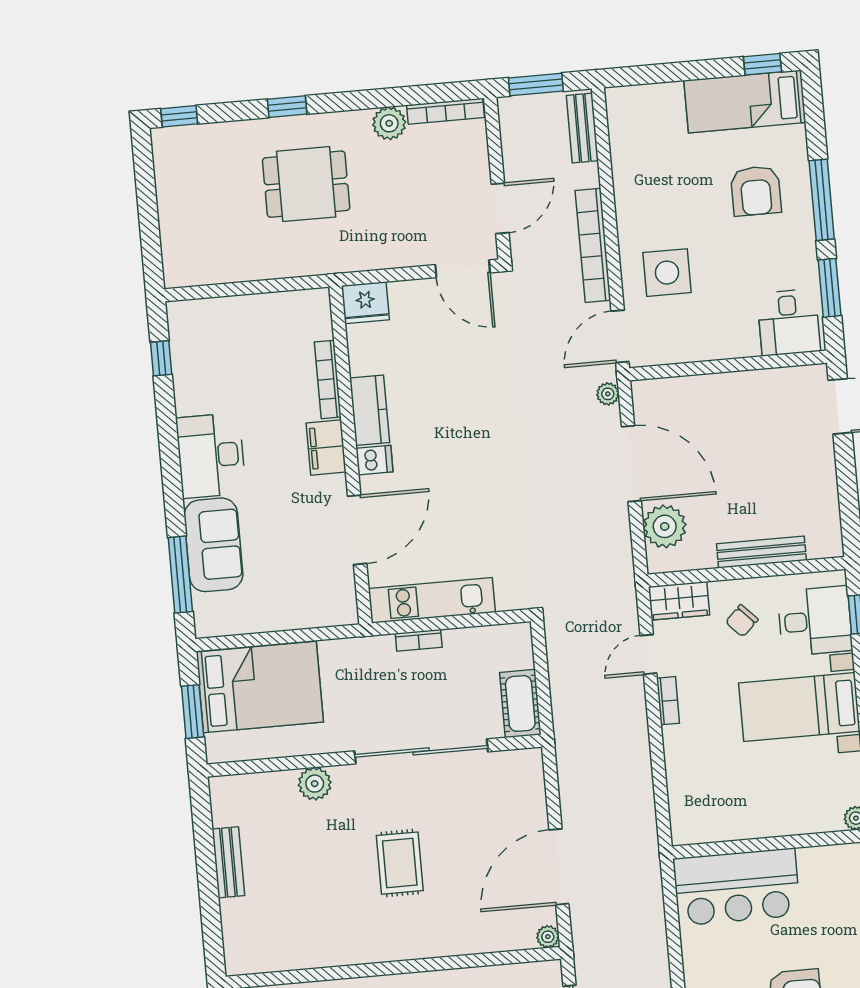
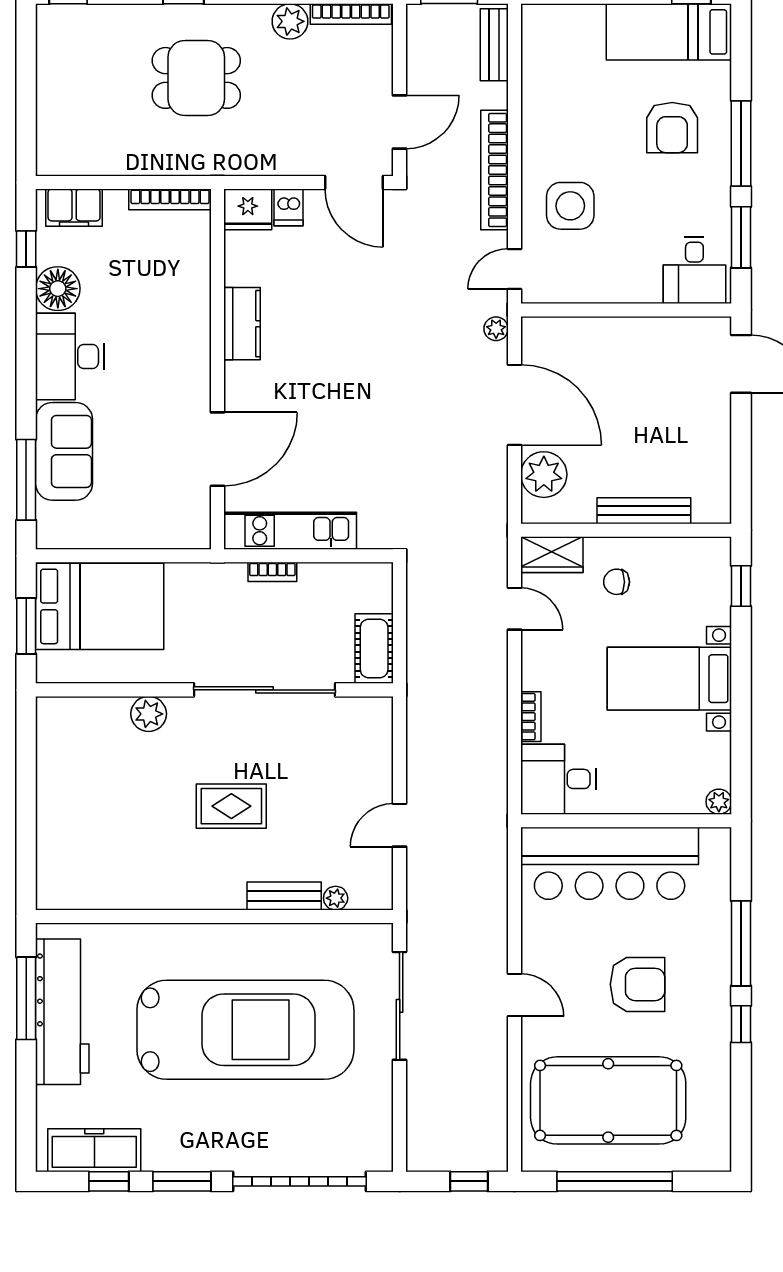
door: (620, 336) -> (514, 269), width x0.73
bookcase: (328, 380) -> (170, 199), moved, turned -90
floor lamp: (194, 393) -> (58, 289), added
filing cabinet: (326, 447) -> (74, 208), moved, turned -90
dishwasher: (374, 460) -> (289, 207), moved, turned 90
chair: (742, 621) -> (617, 582), turned 44
desk: (815, 621) -> (558, 779), moved, turned 180
door: (648, 654) -> (514, 609), swing flipped
bookcase: (668, 701) -> (531, 717), moved
bench: (228, 862) -> (284, 896), moved, turned 90
rug: (400, 863) -> (231, 806), turned 90
door: (559, 867) -> (400, 825), width x0.53
bar counter: (737, 887) -> (610, 863), width x1.36
plant: (548, 937) -> (336, 898), moved

